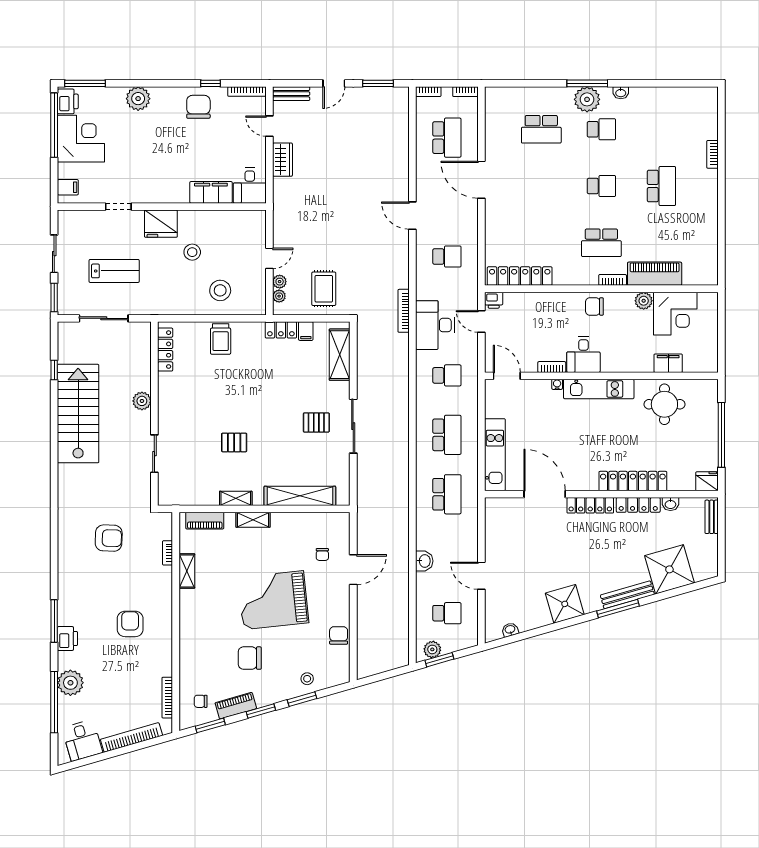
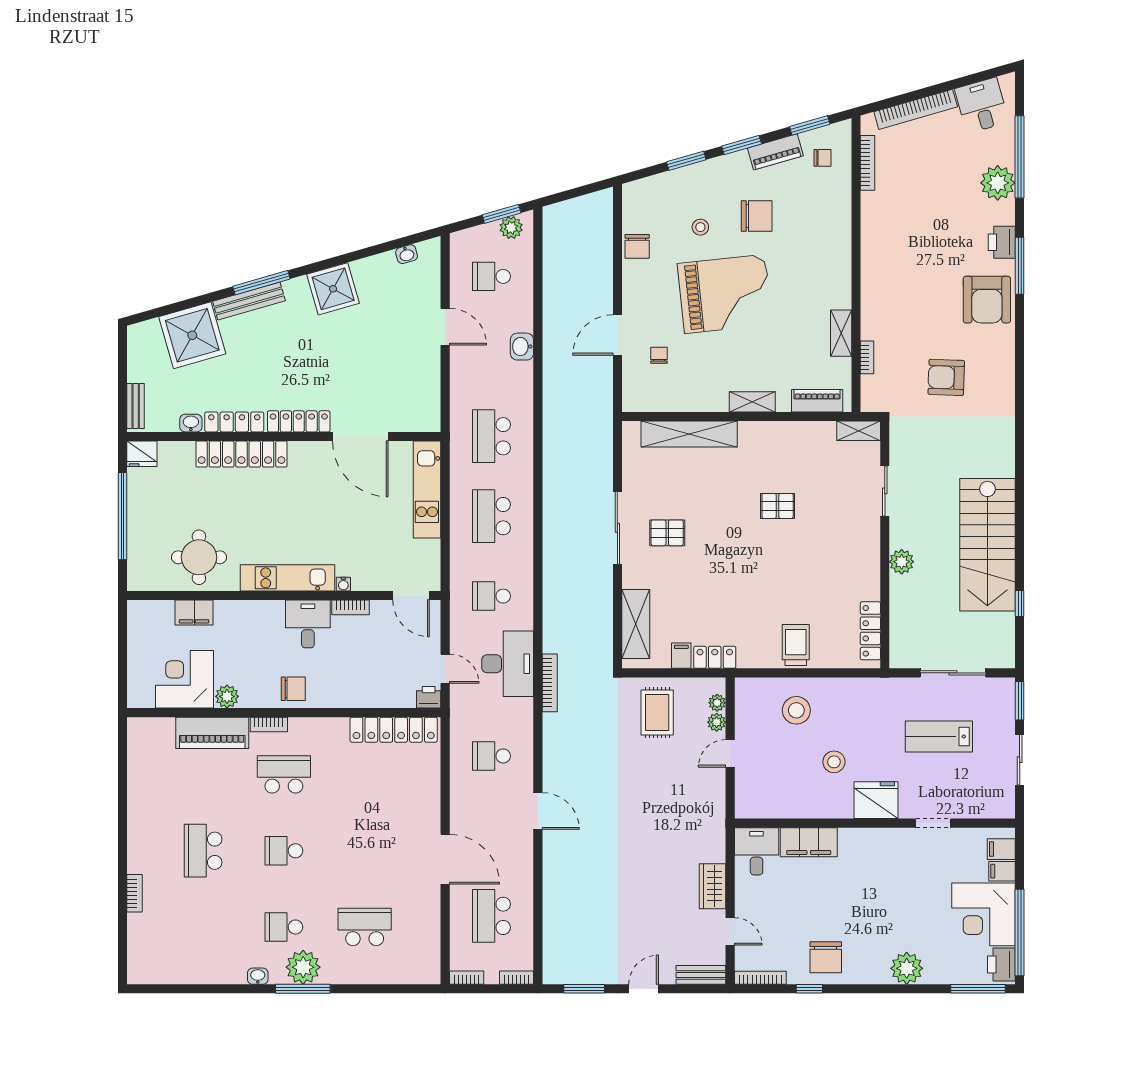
filing cabinet: (67, 171) -> (1002, 871), added
shelving: (236, 498) -> (859, 431), moved
armchair: (130, 624) -> (987, 300), moved, width x1.36, depth x1.36
stool: (307, 679) -> (700, 227), moved

